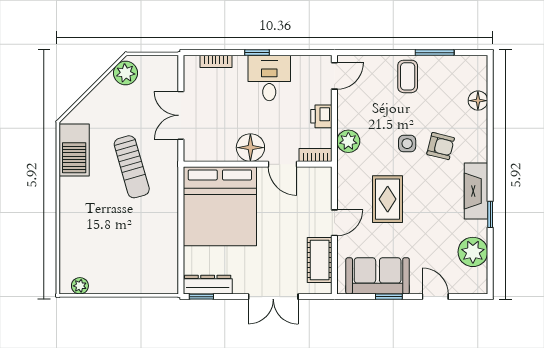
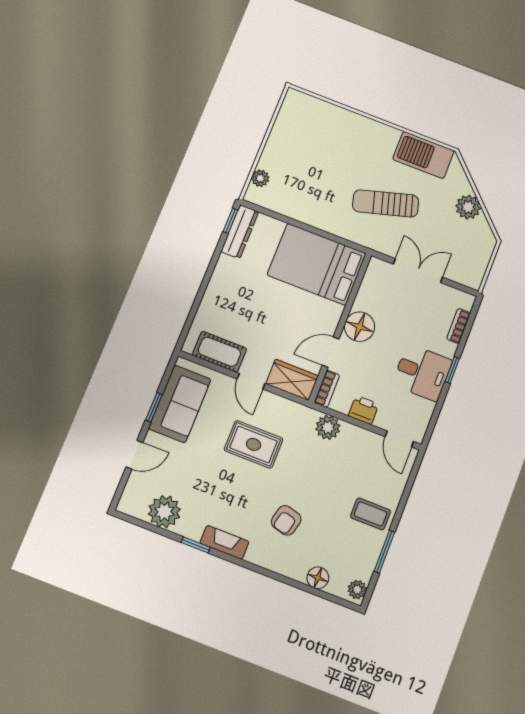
plant: (475, 64) -> (357, 590), added
plant: (125, 73) -> (468, 207), moved
side table: (407, 144) -> (302, 487), removed
wardrobe: (320, 188) -> (292, 380), added
fireplace: (476, 191) -> (224, 542), width x0.73, depth x0.76
bed: (220, 206) -> (317, 264), width x0.73
plant: (80, 286) -> (260, 178), moved
double door: (273, 297) -> (202, 291), removed

